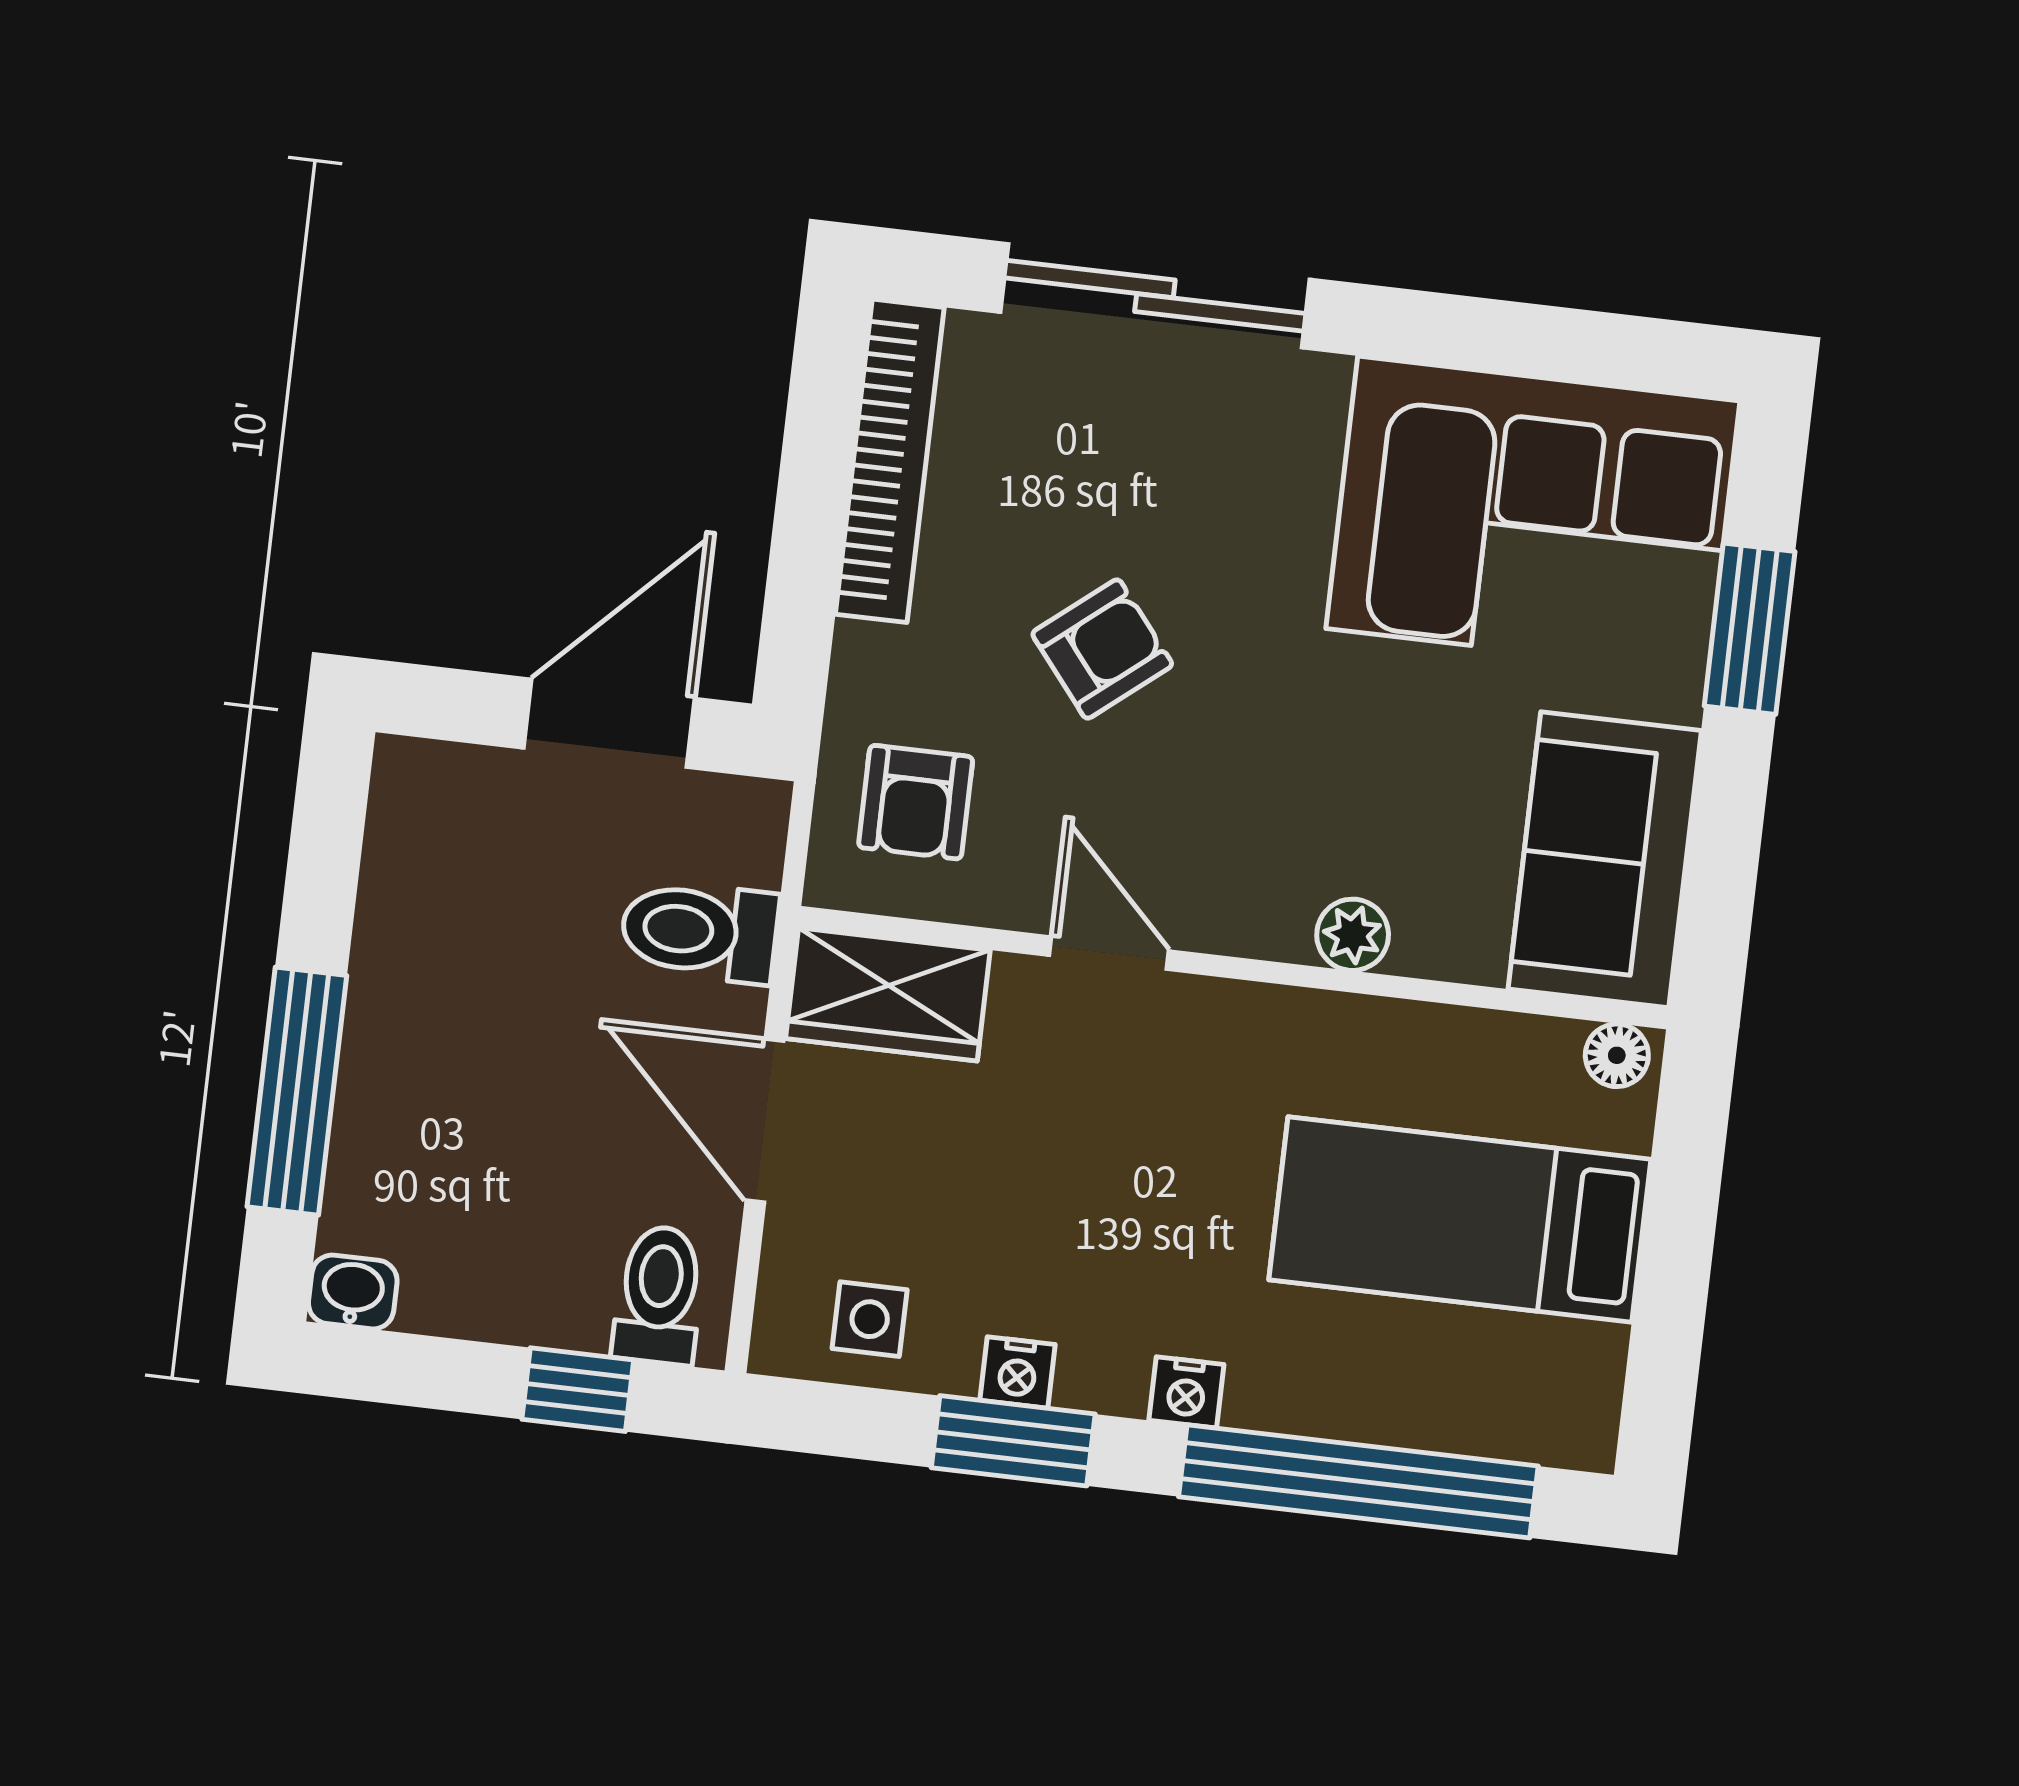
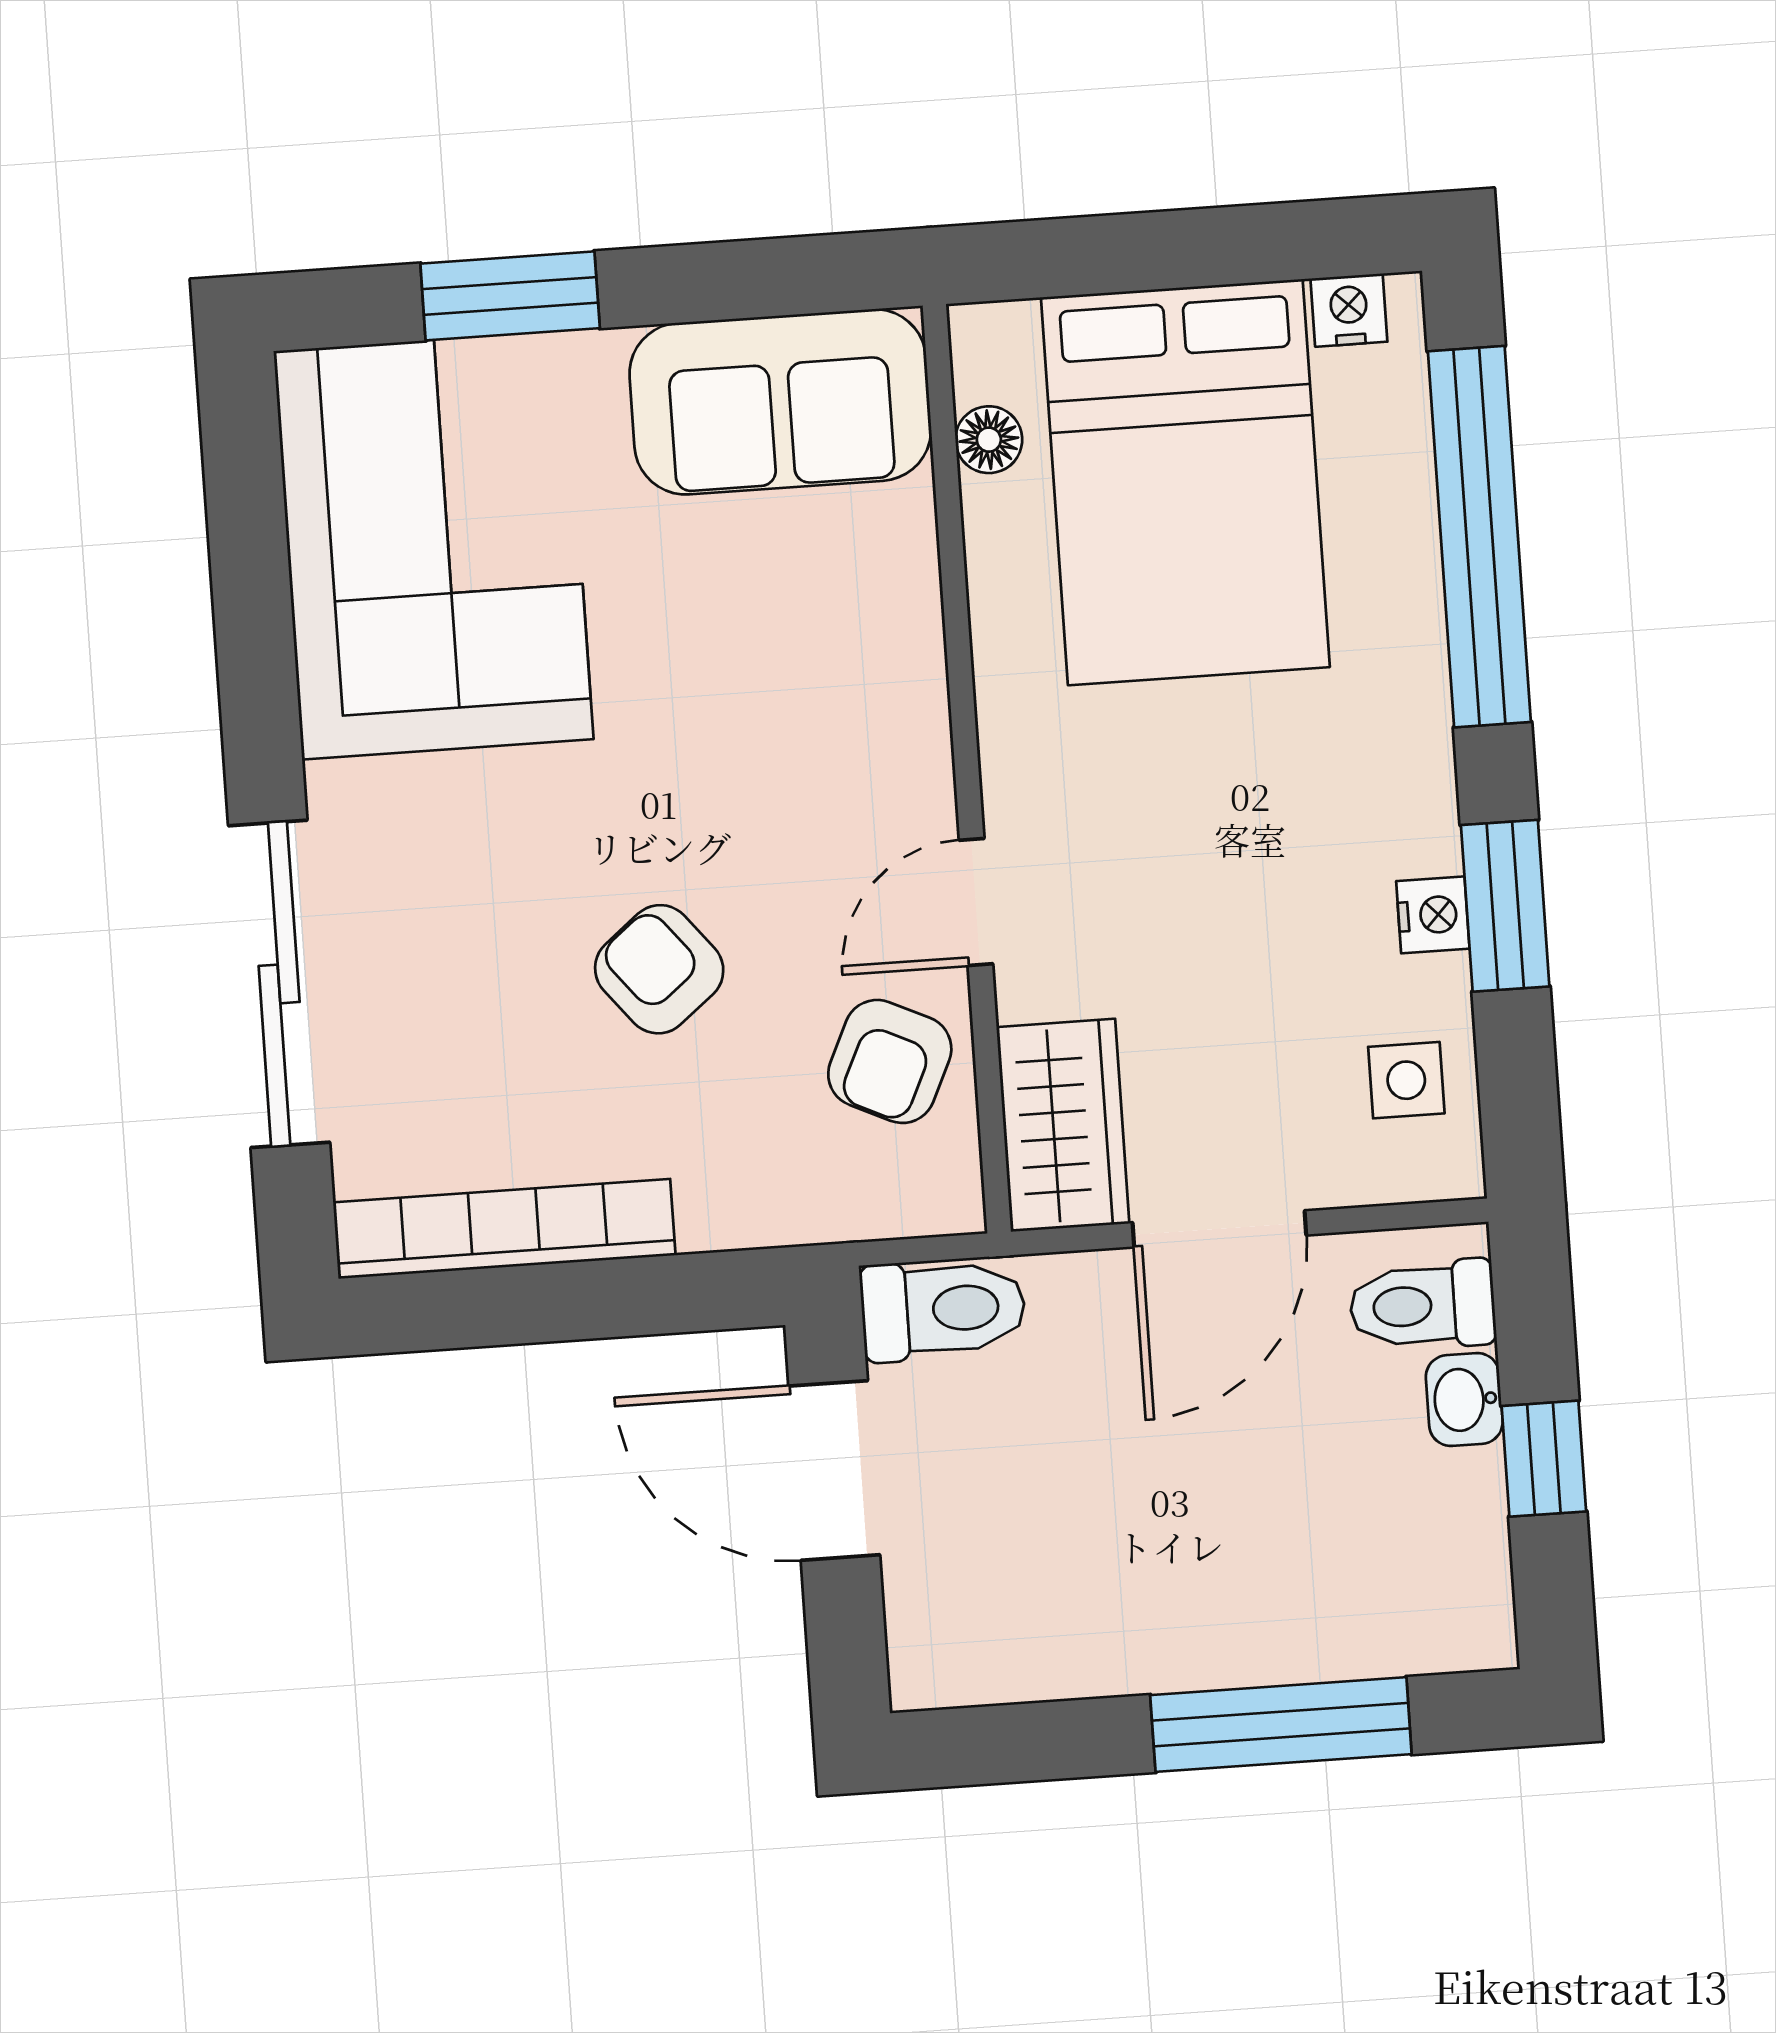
armchair: (916, 802) -> (890, 1061), moved, turned 115
toilet: (700, 931) -> (943, 1309), moved, turned -90
plant: (1353, 935) -> (909, 651), removed
floor lamp: (1617, 1055) -> (989, 440), moved
bed: (1460, 1219) -> (1185, 482), width x1.50
washbasin: (353, 1292) -> (1464, 1400), moved
window: (578, 1390) -> (1544, 1459), moved
nightstand: (1186, 1392) -> (1349, 310), moved, turned -90

